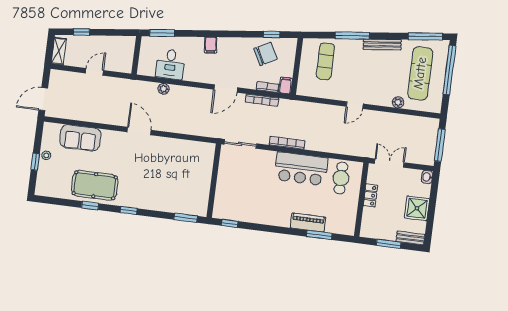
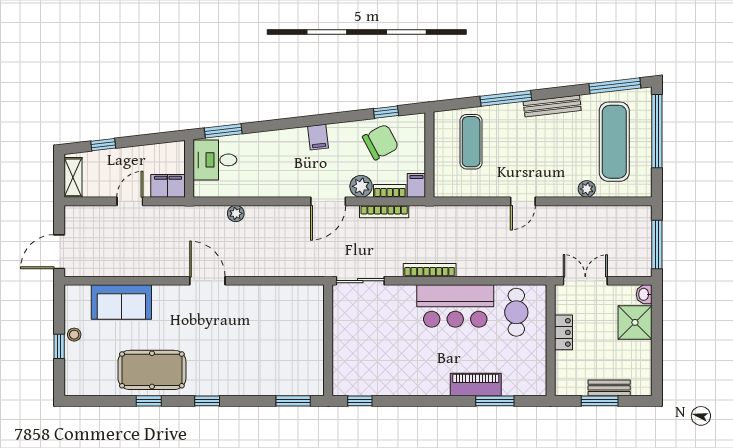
filing cabinet: (211, 45) -> (318, 137), moved
desk: (170, 64) -> (215, 160), moved, turned 90
filing cabinet: (121, 65) -> (168, 186), added
plant: (249, 81) -> (361, 186), added
shower: (417, 208) -> (635, 322), moved
bench: (410, 238) -> (609, 388), moved

